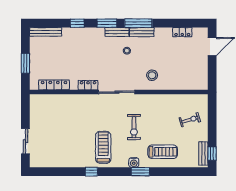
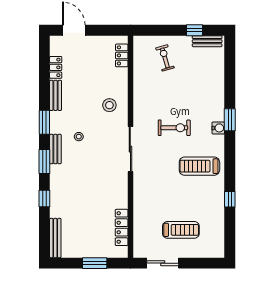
window: (138, 23) -> (44, 122), width x0.69
bench: (142, 32) -> (56, 95), moved
locker: (88, 85) -> (122, 55), moved
sliding door: (25, 141) -> (163, 263), moved
treadmill: (163, 152) -> (181, 230), moved, turned 90
window: (212, 154) -> (195, 30), moved
window: (91, 172) -> (230, 199), moved

